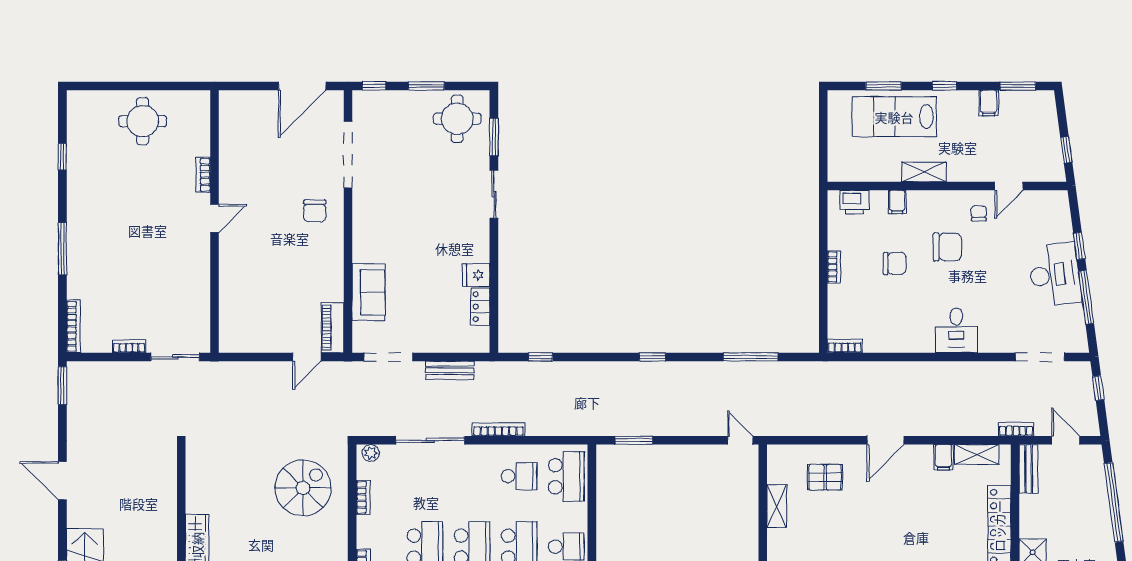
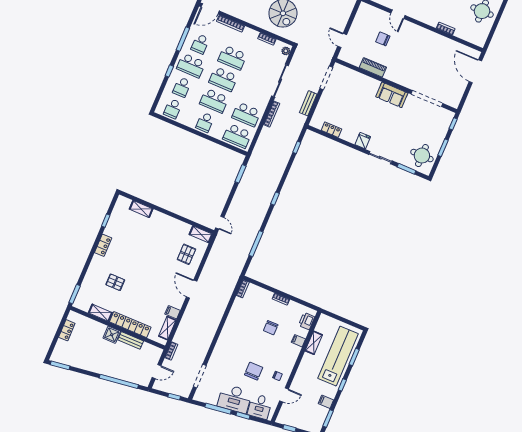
door: (302, 86) -> (475, 71), moved
lab bench: (894, 117) -> (338, 356), width x1.36
shelving: (924, 172) -> (314, 343), moved
door: (1009, 186) -> (284, 395), swing flipped
chair: (315, 211) -> (383, 39), moved
door: (215, 218) -> (398, 14), moved
chair: (947, 247) -> (254, 371), moved, turned 180
fridge: (476, 275) -> (363, 141), moved
sofa: (369, 292) -> (392, 95), moved
piano: (333, 328) -> (373, 67), moved
desk: (956, 330) -> (260, 406), moved, turned -98
door: (740, 440) -> (220, 223), hinge flipped
bench: (1029, 469) -> (131, 340), moved
school desk: (519, 476) -> (246, 114), width x1.85
shelving: (777, 506) -> (201, 234), moved

